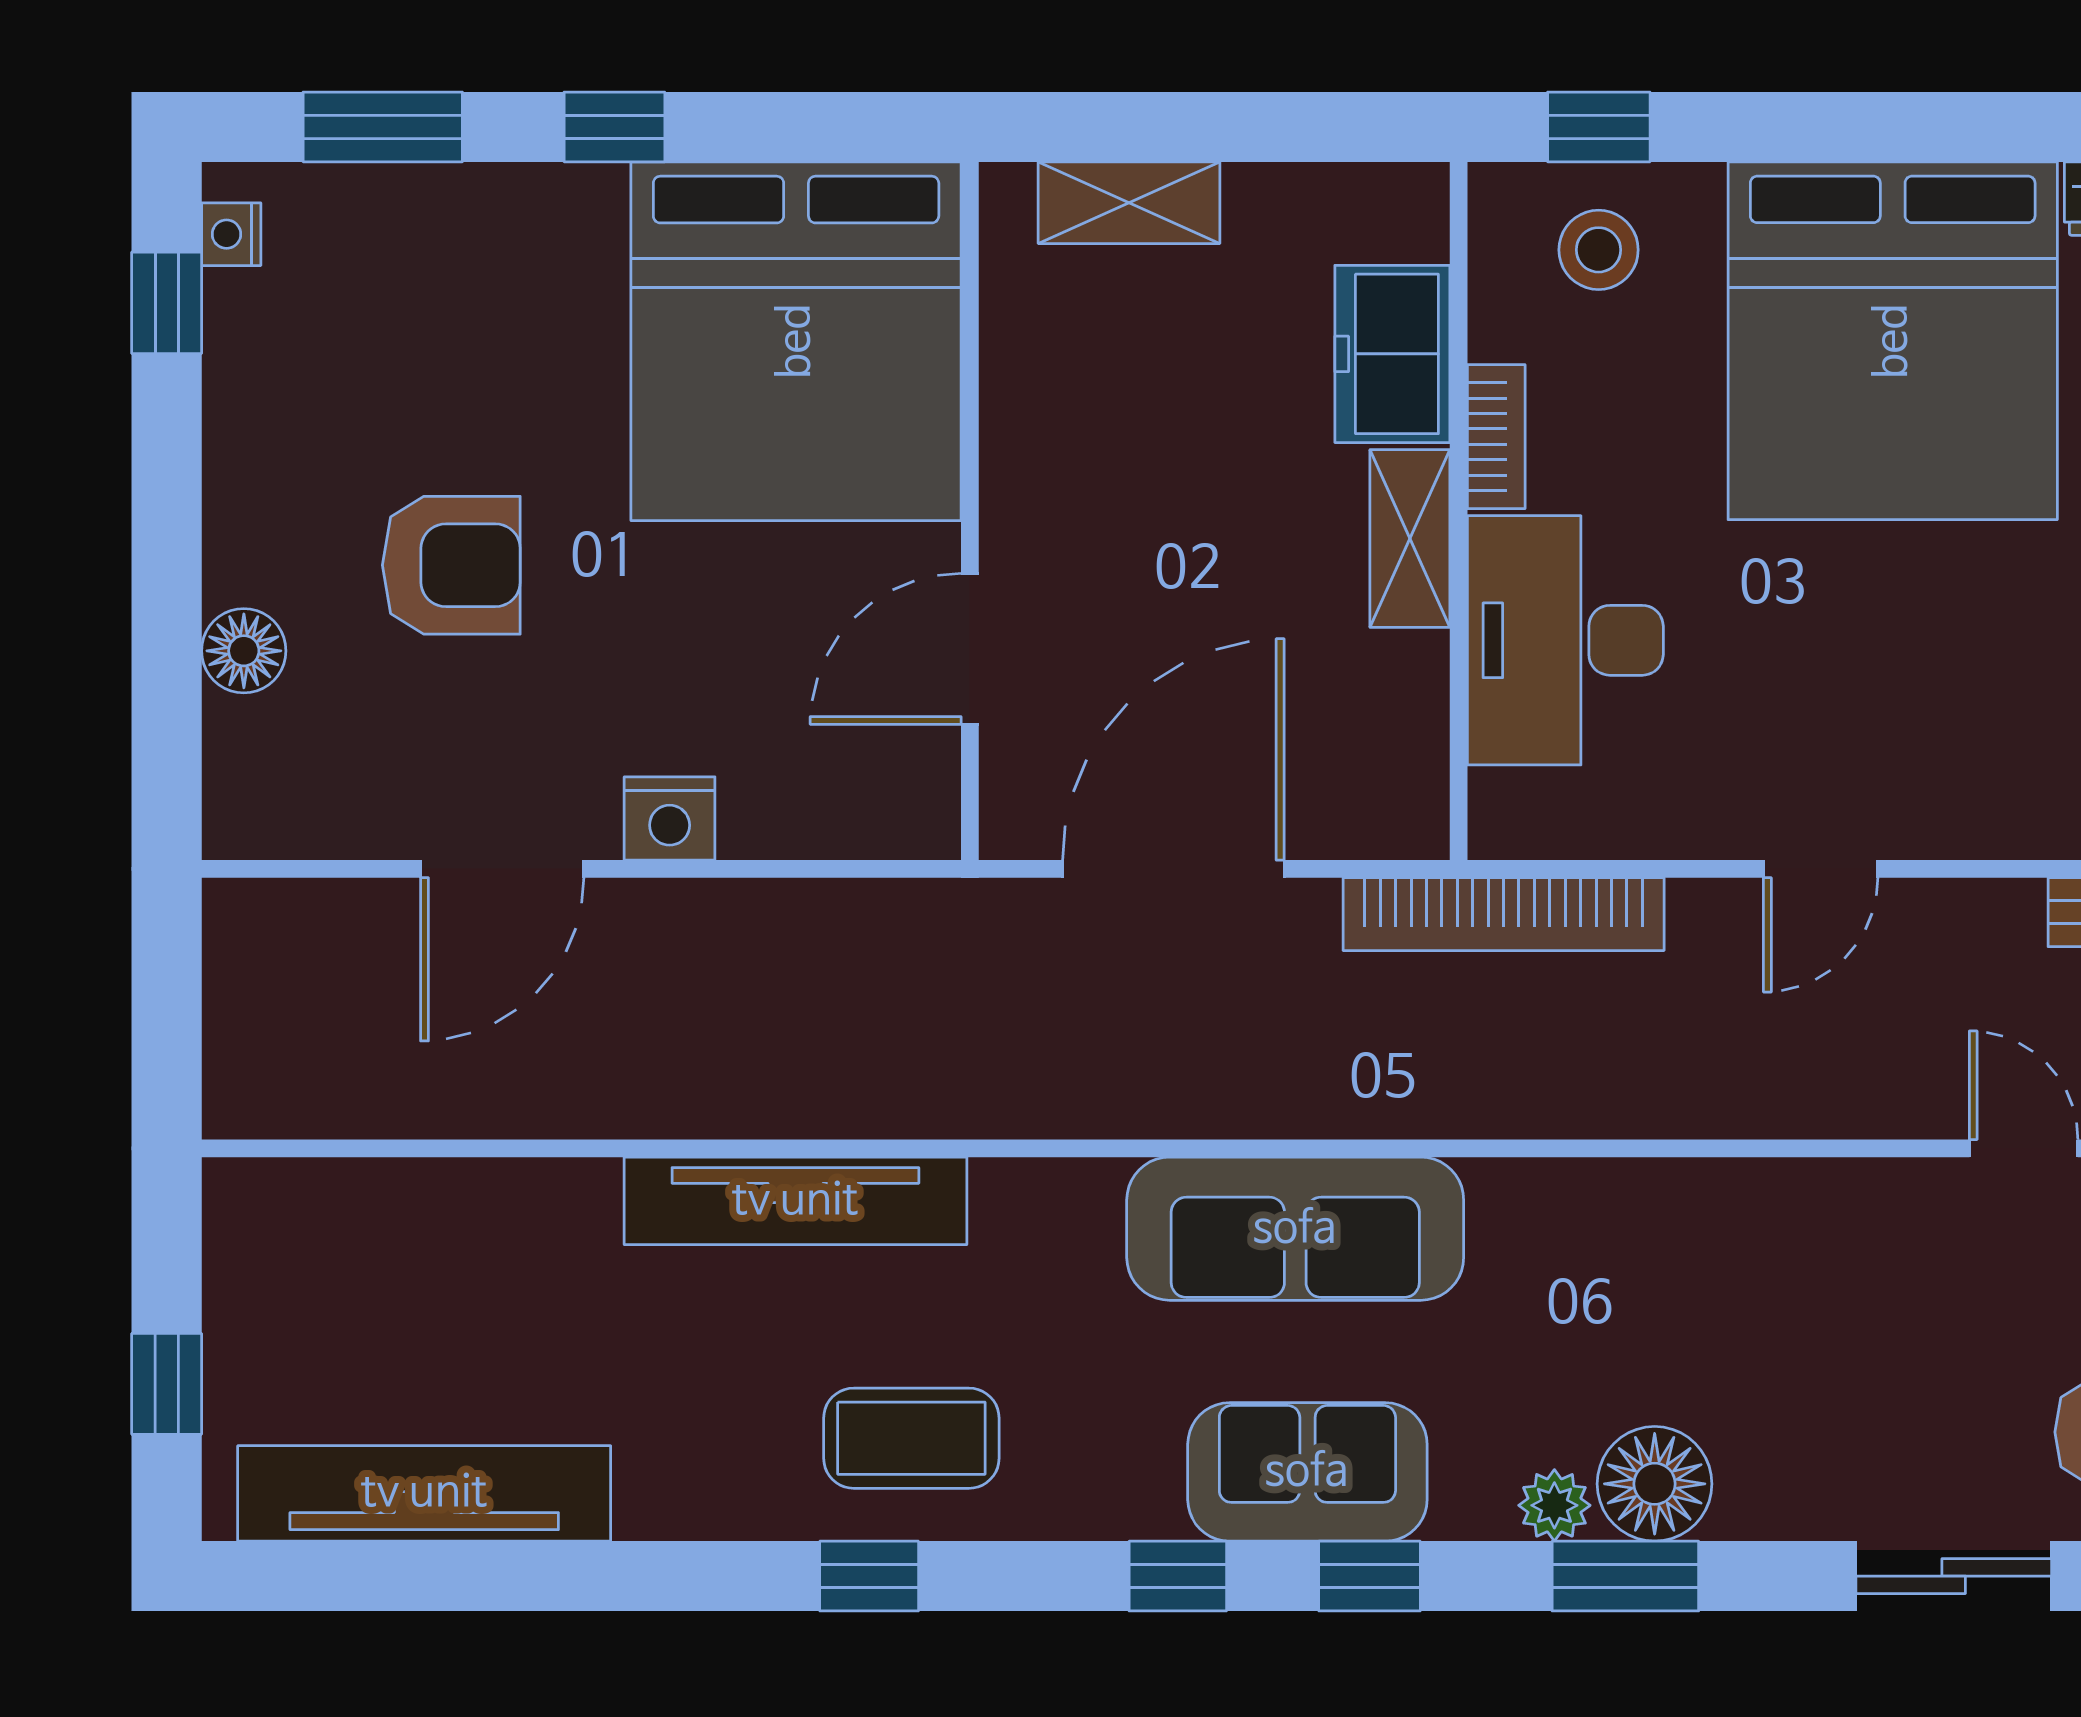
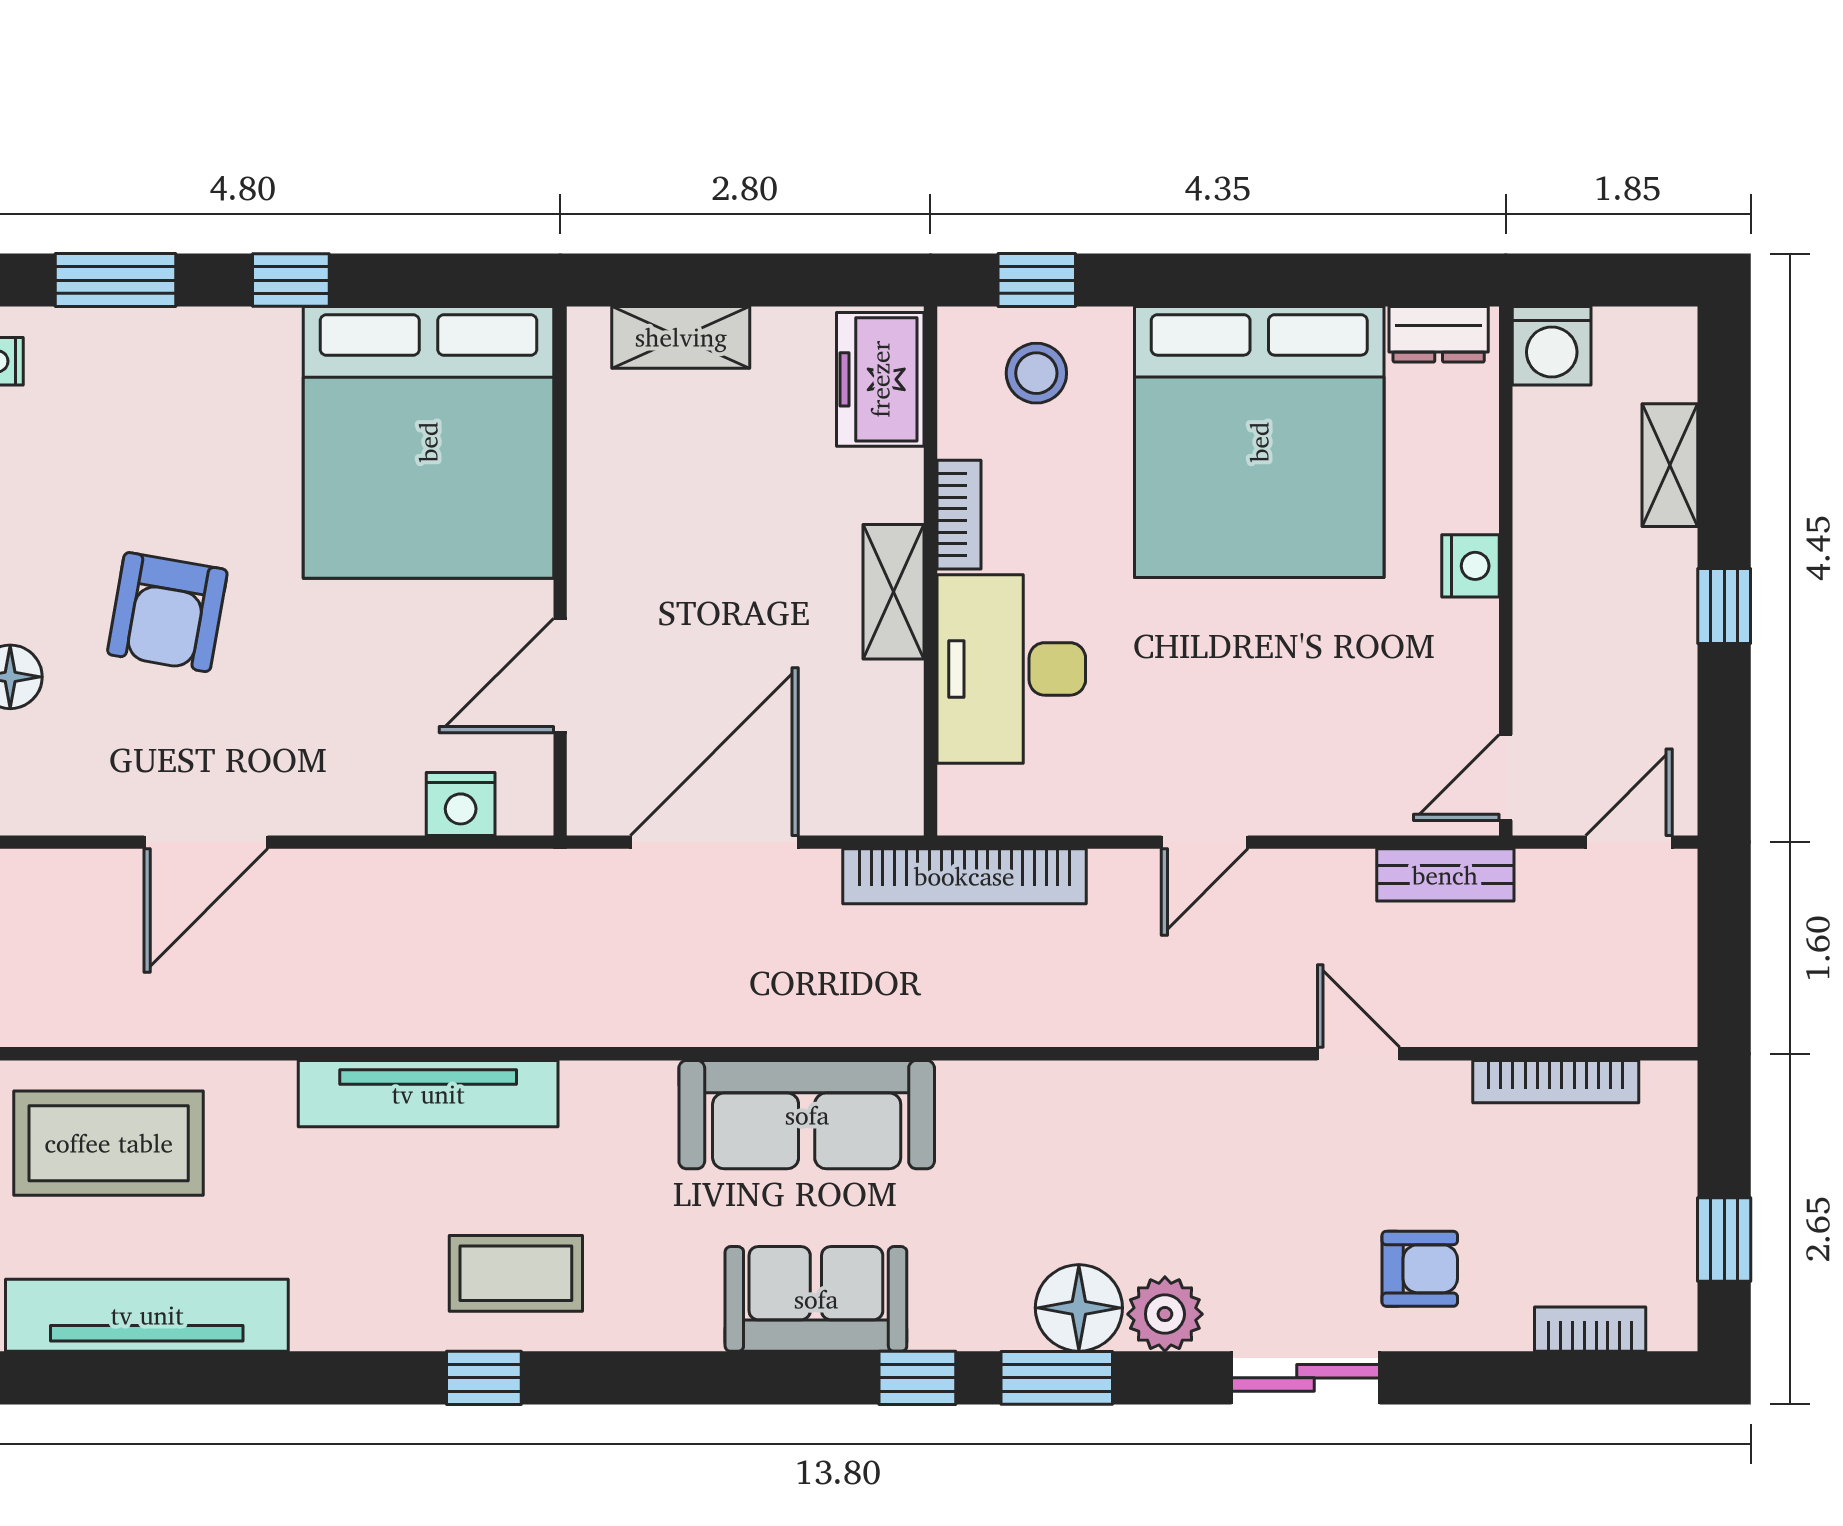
freezer: (1392, 354) -> (880, 379), moved
armchair: (451, 565) -> (167, 612), turned 100
nightstand: (670, 819) -> (461, 804), moved
coffee table: (374, 1266) -> (109, 1143), added
plant: (1554, 1505) -> (1165, 1314), moved, width x1.38, depth x1.38
window: (1178, 1576) -> (718, 1378), removed
window: (1369, 1576) -> (917, 1378), moved

